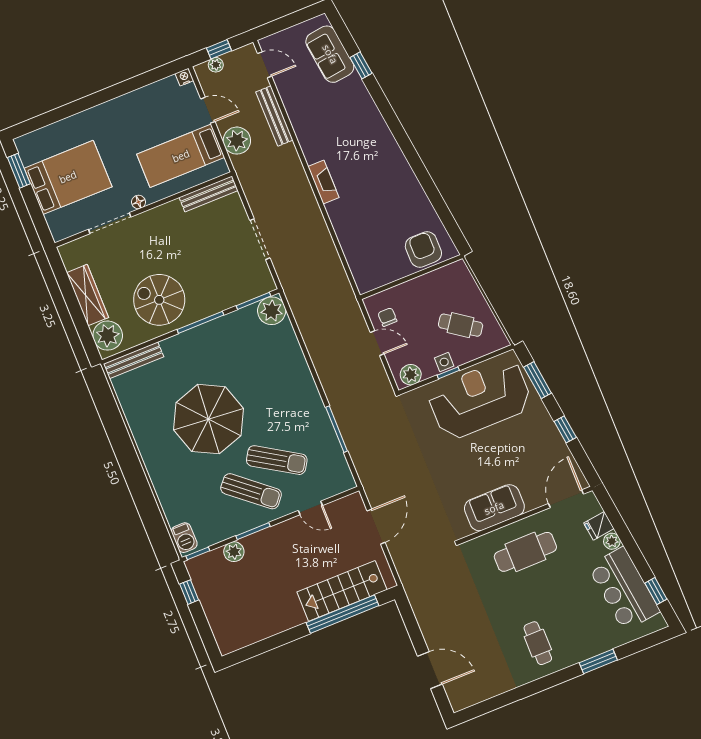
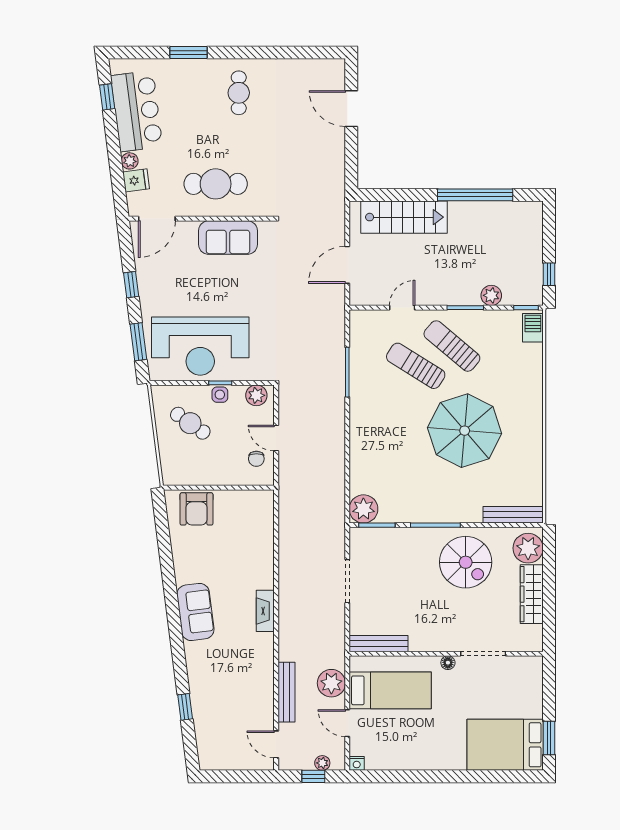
sofa: (330, 54) -> (195, 612), moved
bed: (68, 177) -> (505, 745), moved
door: (310, 508) -> (402, 308), hinge flipped
window: (343, 614) -> (475, 195), moved

